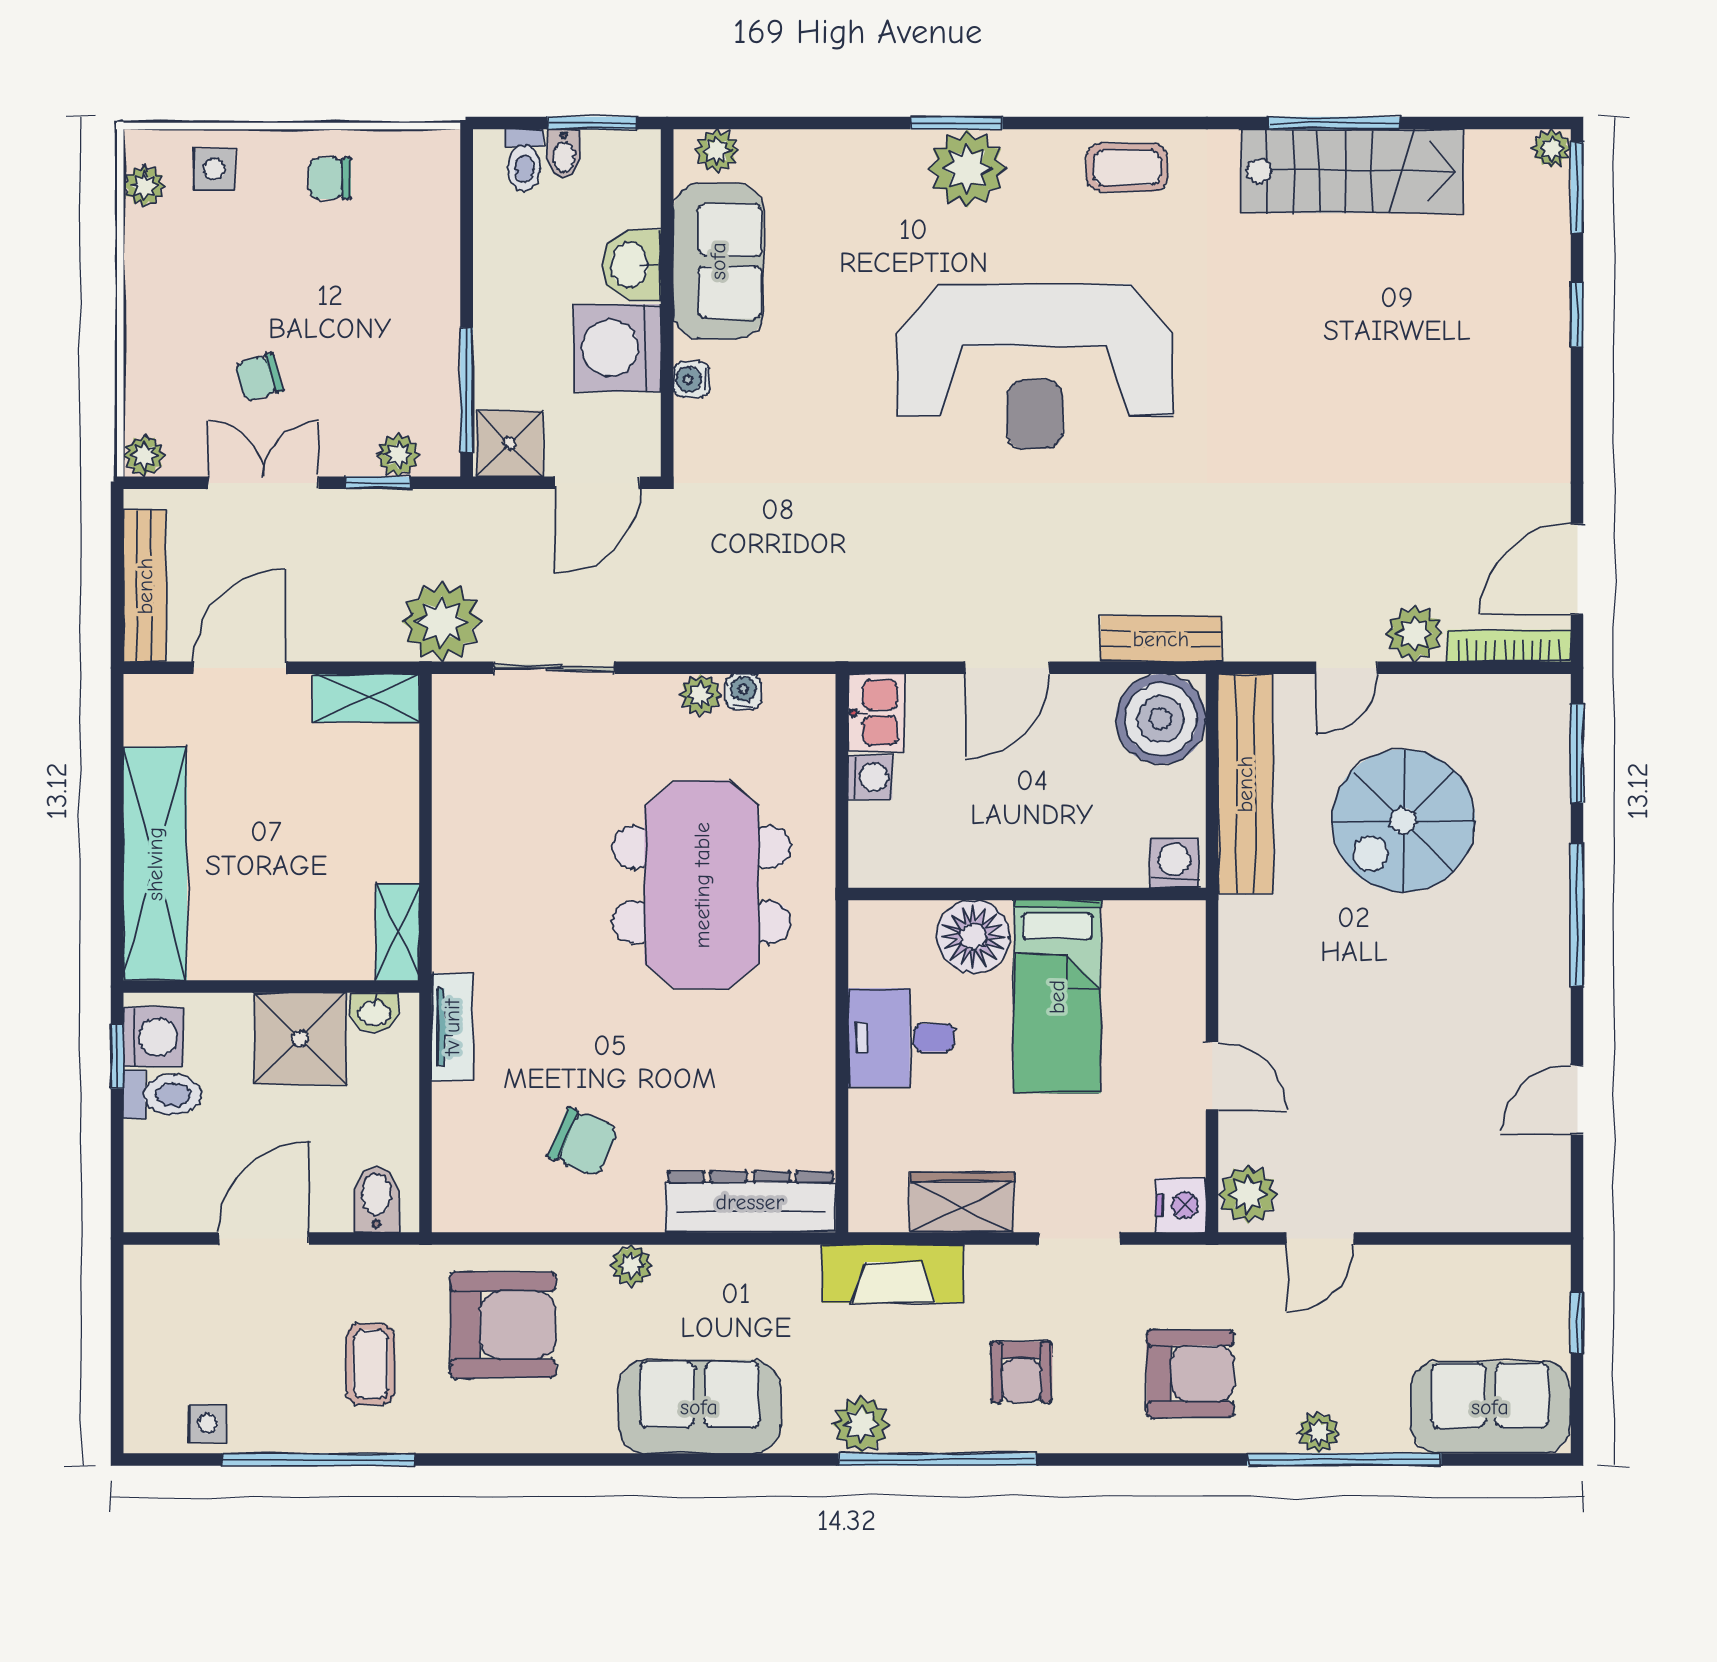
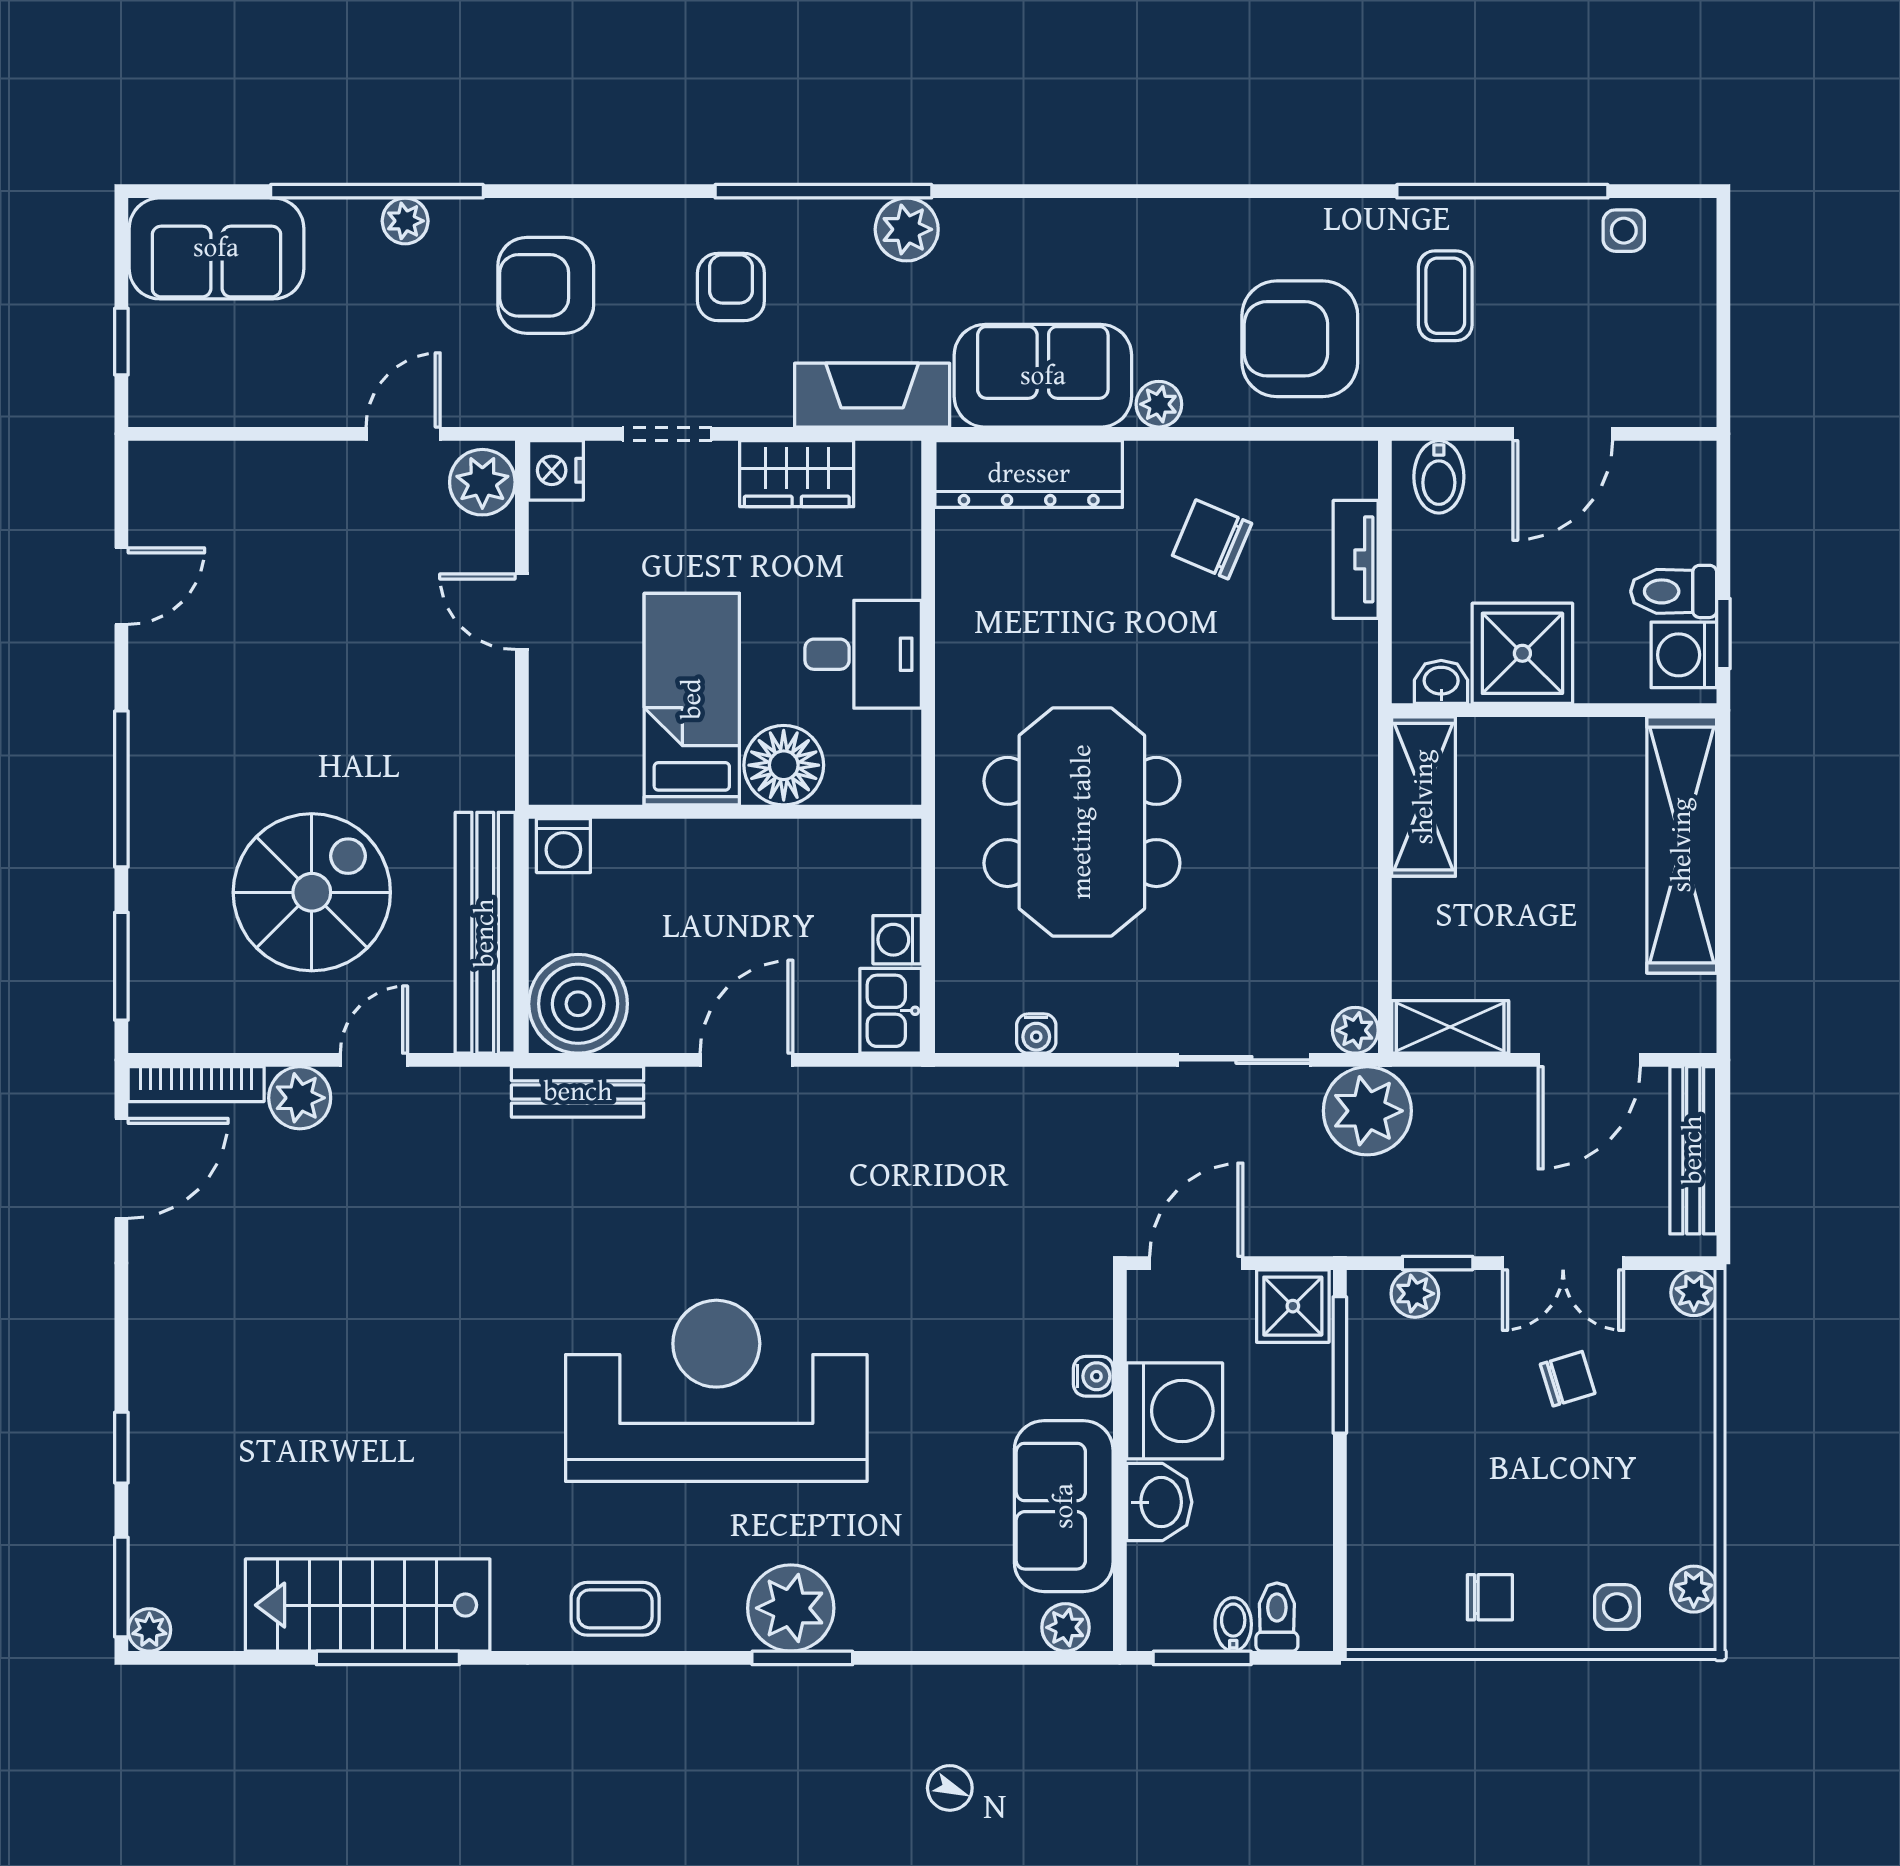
plant: (700, 695) -> (1355, 1030), moved
shelving: (398, 932) -> (1424, 797), width x1.50, depth x1.33
tv unit: (452, 1027) -> (1356, 559), moved
sofa: (699, 1407) -> (1043, 376), moved, turned 180

